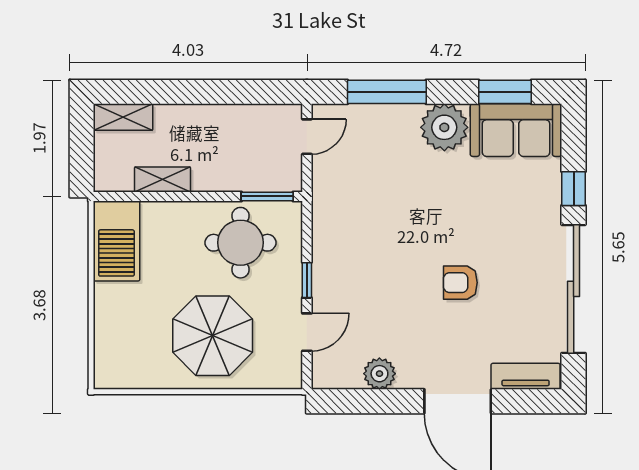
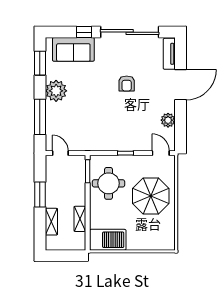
window: (216, 92) -> (40, 194), added
shelving: (123, 117) -> (51, 222), moved
sofa: (516, 130) -> (73, 49), moved, turned 90
door: (307, 332) -> (161, 153), moved

